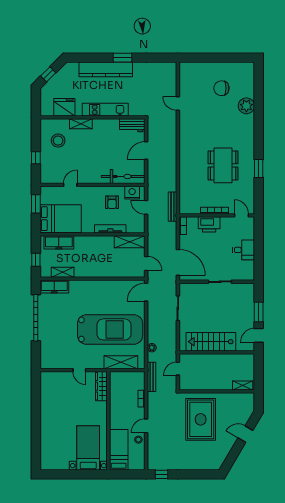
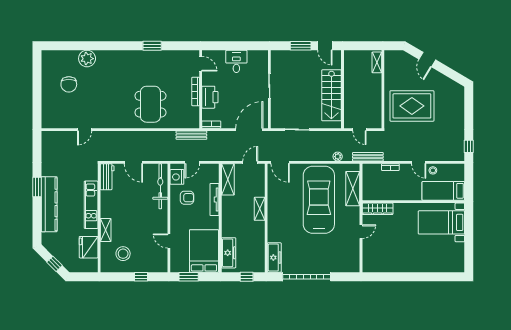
dining table: (223, 165) -> (150, 104), moved, turned 90
door: (241, 215) -> (201, 64), swing flipped
shelving: (63, 272) -> (260, 209), moved

